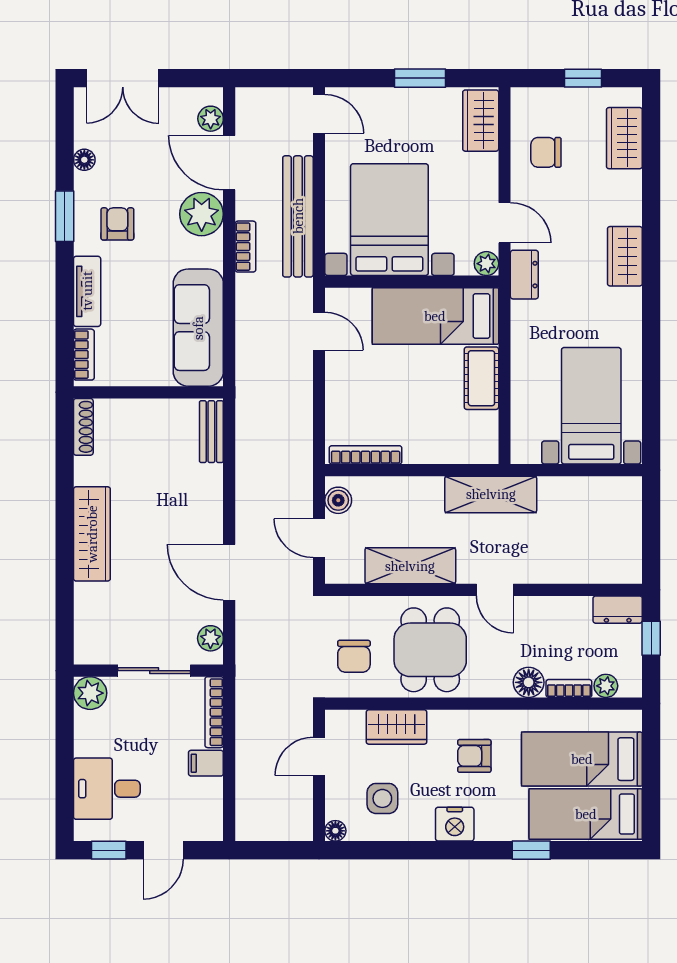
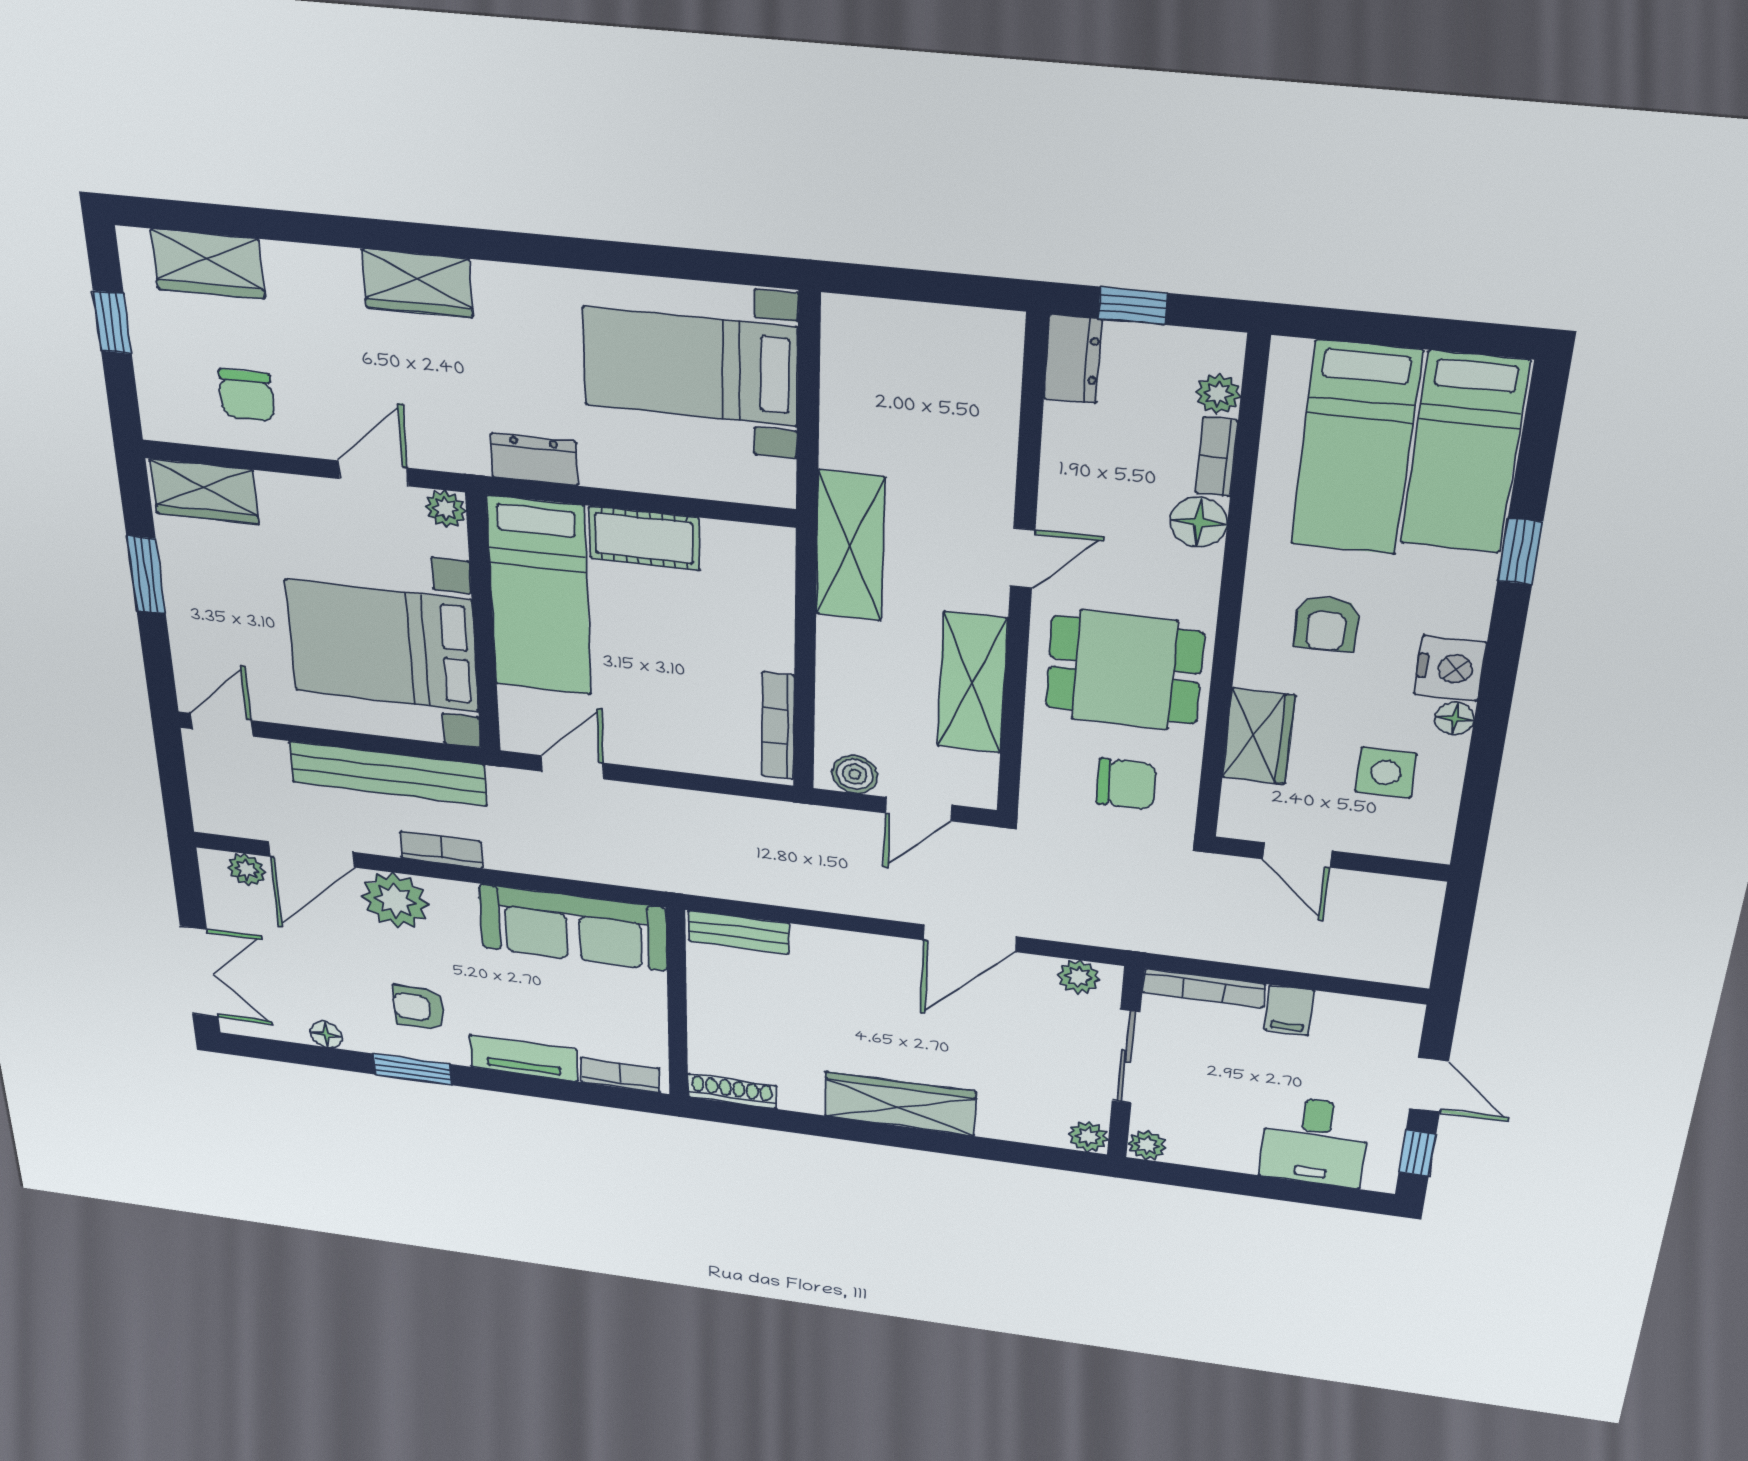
dresser: (524, 275) -> (534, 459), moved
plant: (86, 652) -> (1088, 1137), added
plant: (90, 693) -> (1147, 1145), width x0.73, depth x0.73
floor lamp: (335, 831) -> (1455, 719), moved

